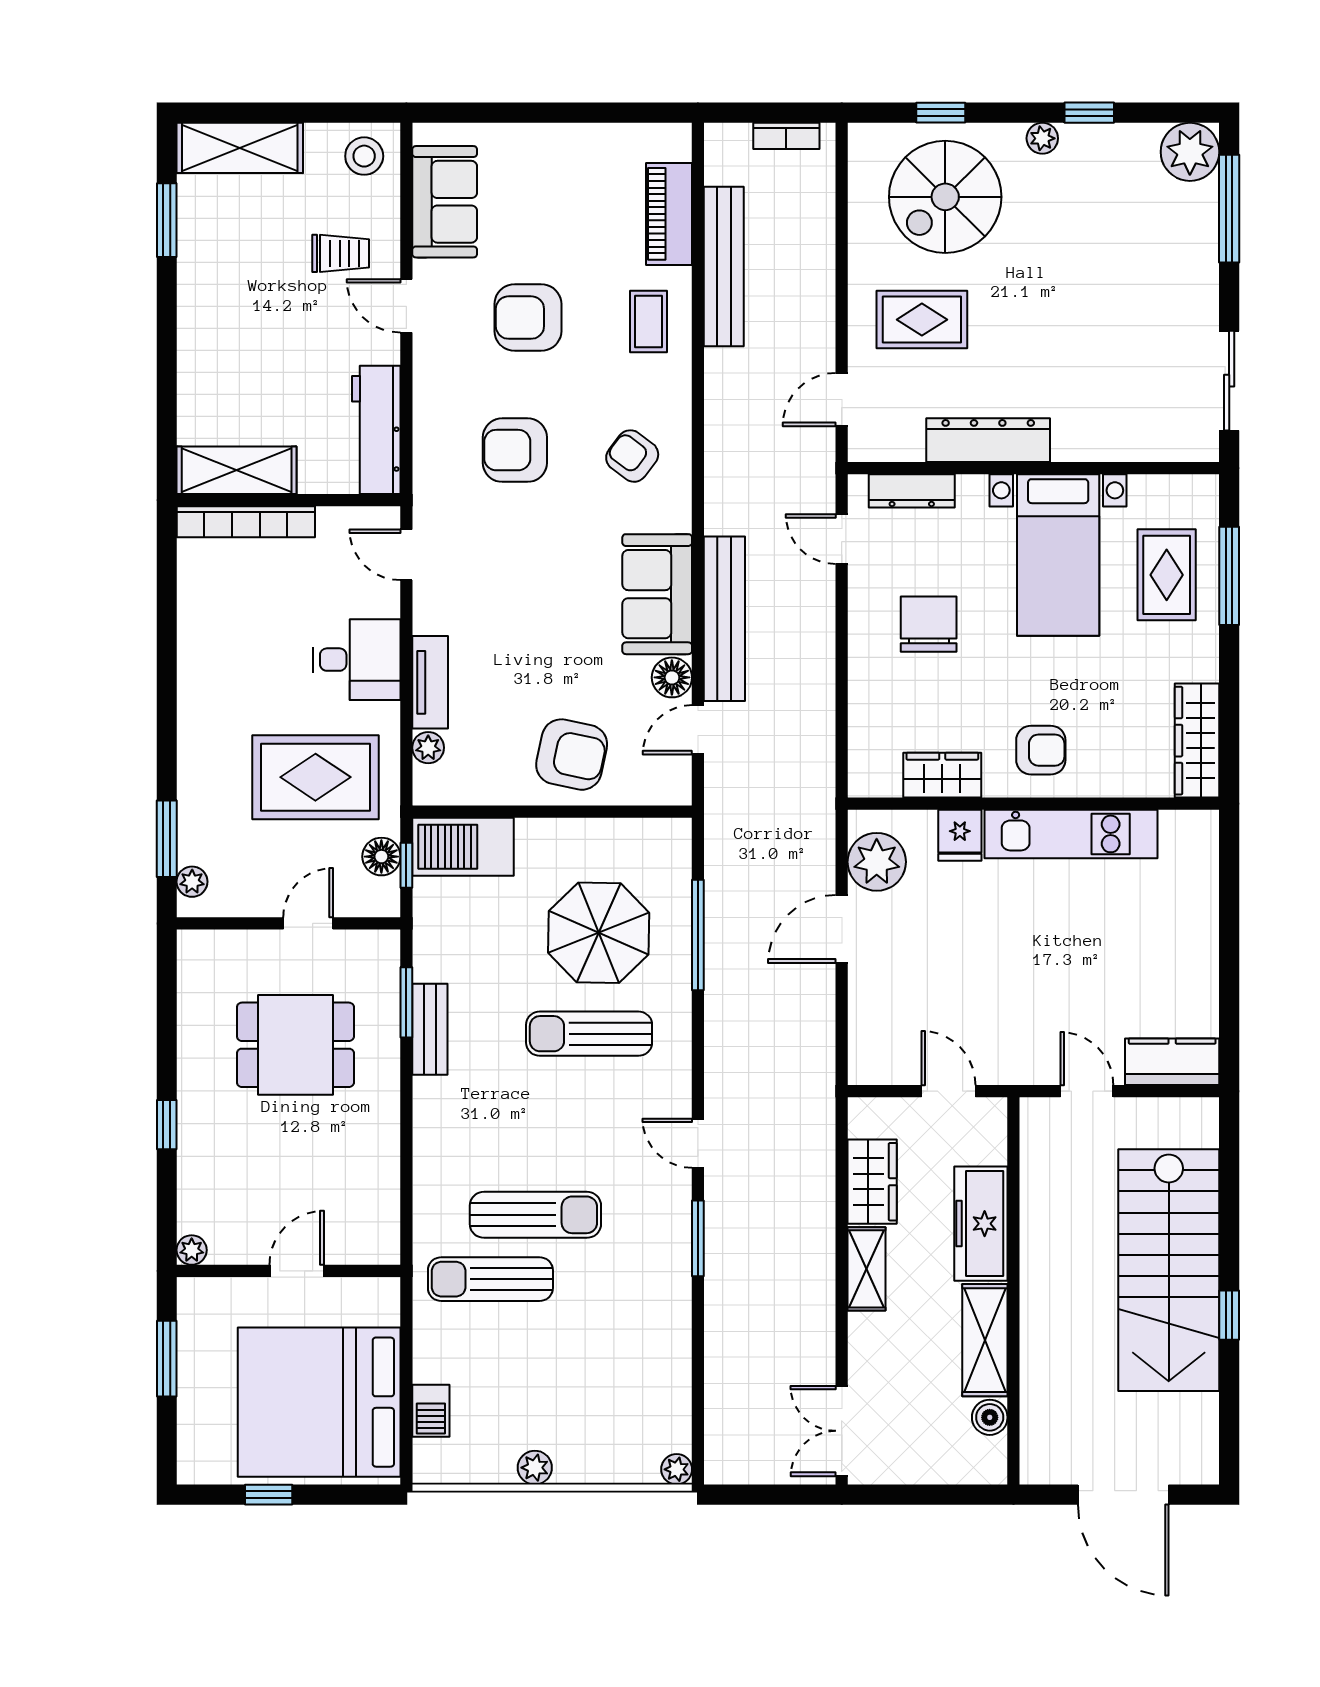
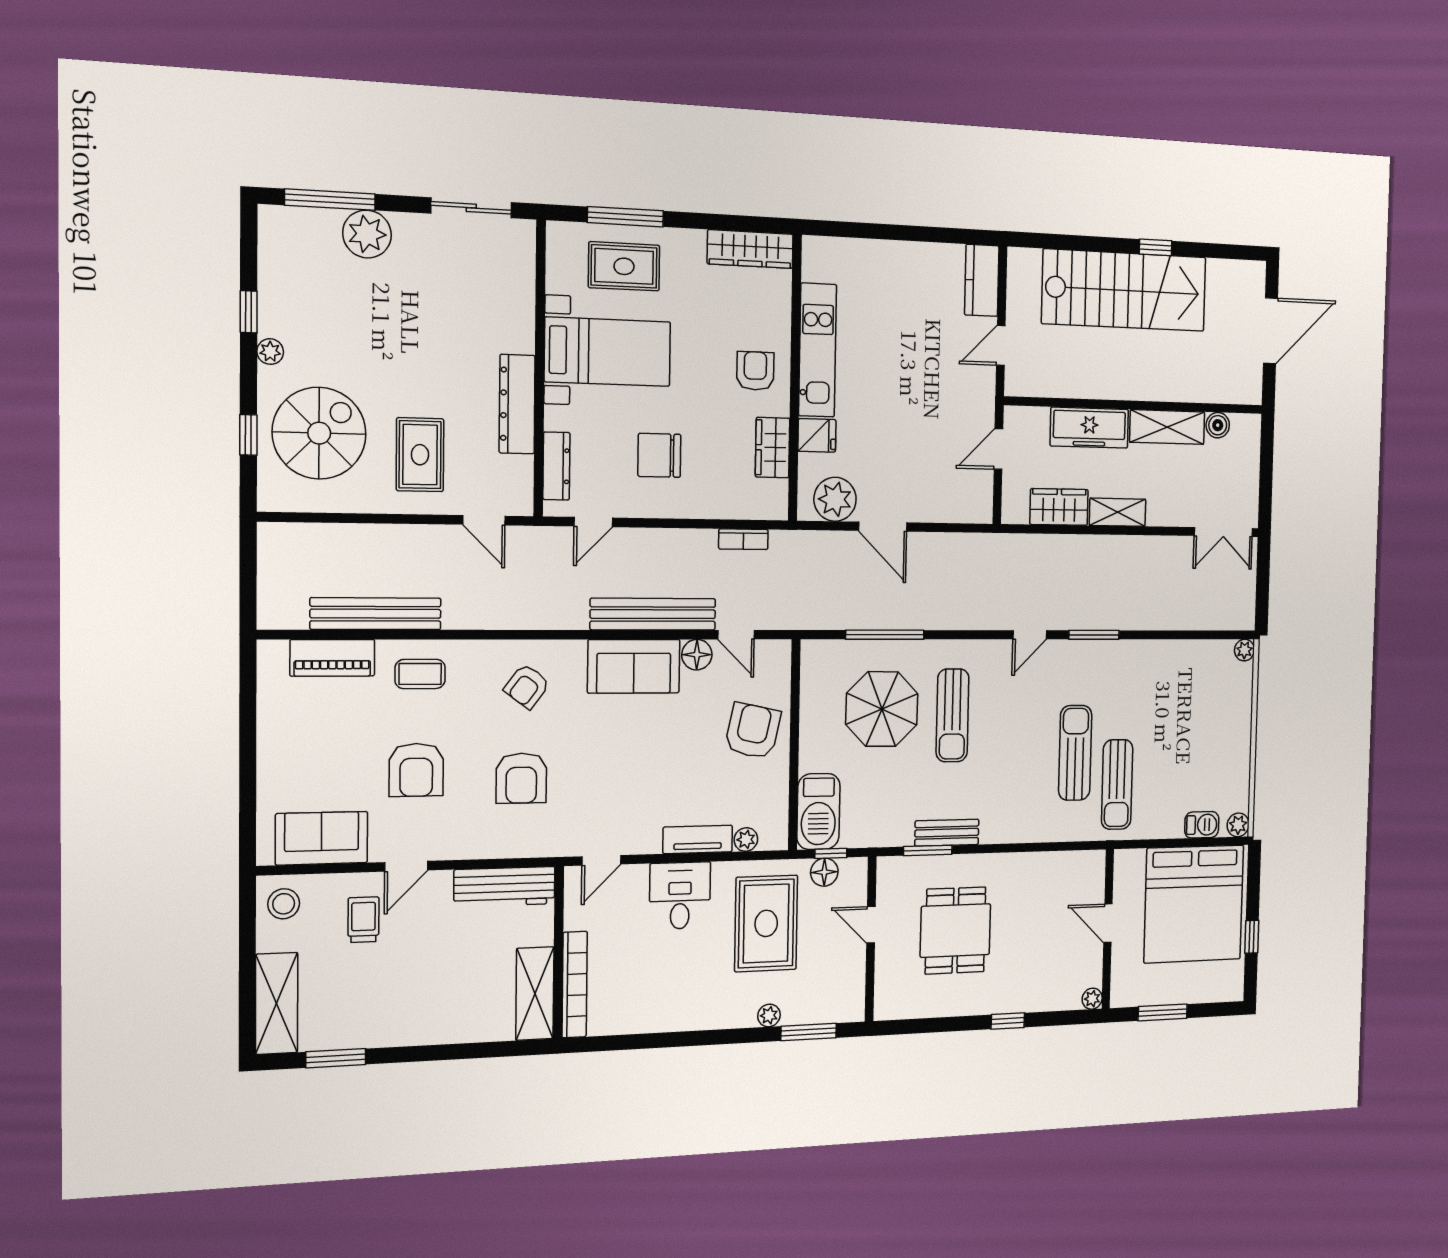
bookcase: (786, 136) -> (743, 539), moved, turned 90
plant: (1190, 152) -> (367, 234), moved
spiral stairs: (945, 197) -> (319, 433), turned -90
plant: (192, 882) -> (769, 1015), moved
plant: (535, 1468) -> (1238, 825), moved

